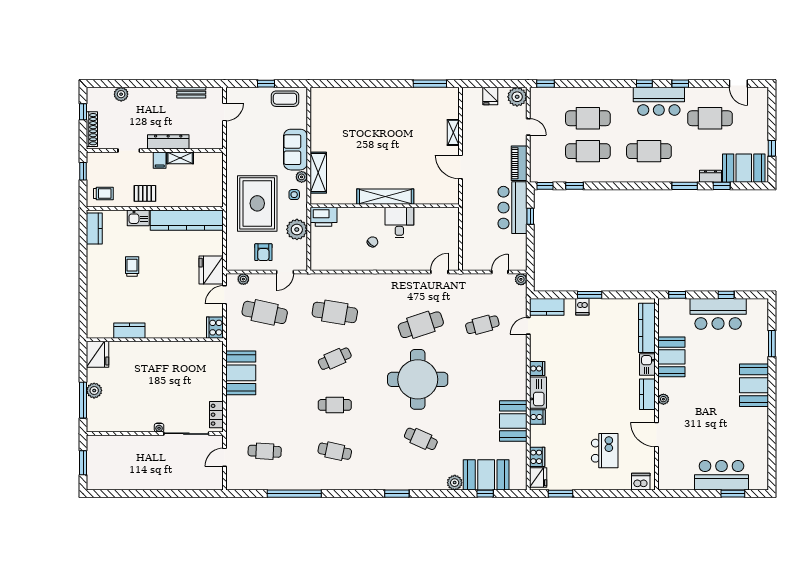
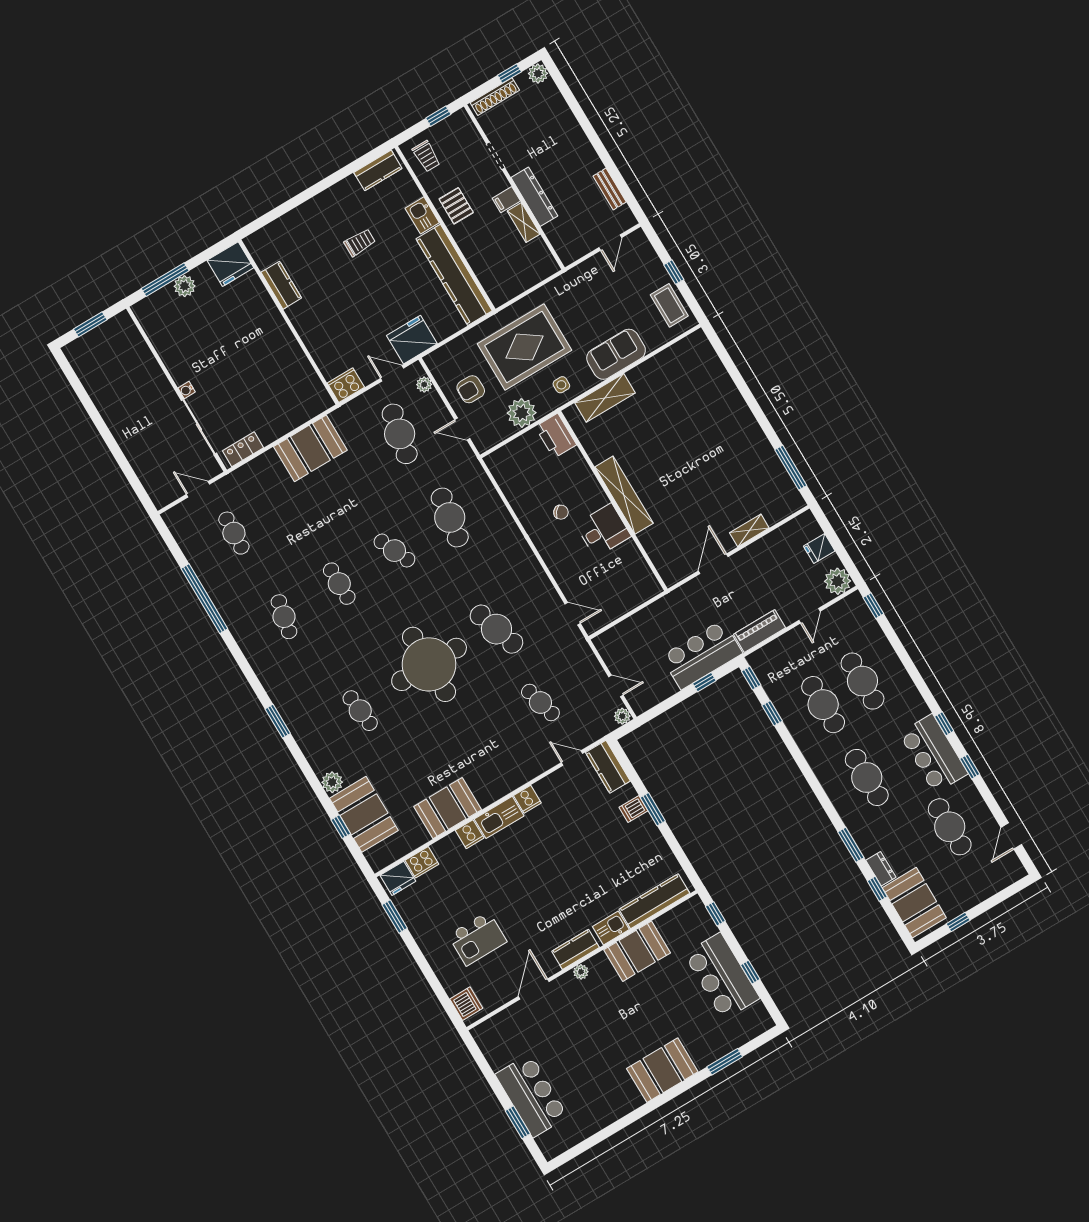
plant: (121, 94) -> (538, 74), moved
door: (224, 112) -> (610, 243), hinge flipped
plant: (302, 177) -> (588, 381), removed
cafe table: (421, 439) -> (360, 711), turned -30

